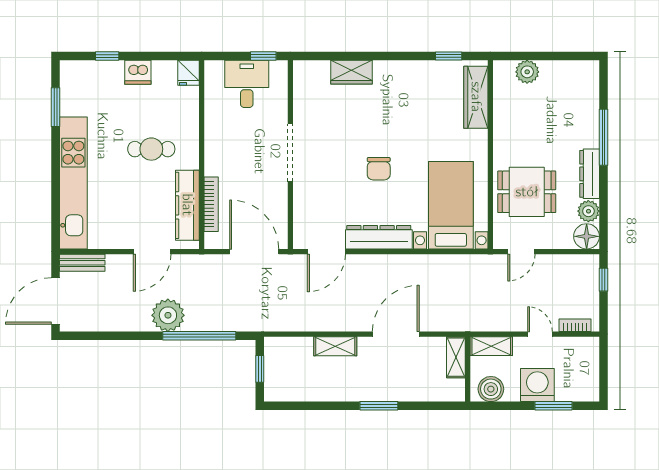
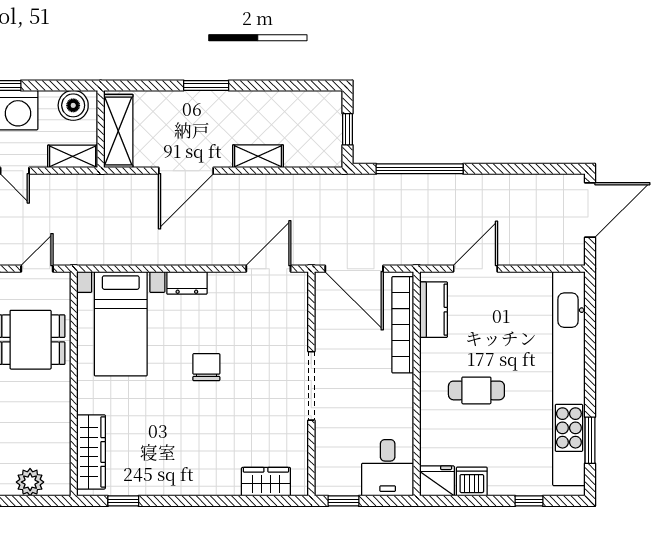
dishwasher: (138, 72) -> (472, 482), moved
wardrobe: (352, 72) -> (266, 482), moved
fridge: (189, 73) -> (437, 481), width x1.38
desk: (247, 84) -> (388, 468), moved
kitchen unit: (73, 183) -> (569, 379), width x1.36
bookcase: (211, 204) -> (403, 325), width x1.48, depth x1.31
kitchen counter: (187, 205) -> (434, 310), width x0.67
dresser: (379, 237) -> (187, 283), width x0.51, depth x0.80
bench: (82, 263) -> (558, 255), removed
plant: (168, 315) -> (457, 193), removed
shelving: (456, 357) -> (118, 131), width x1.50, depth x1.33

